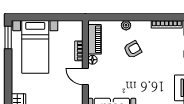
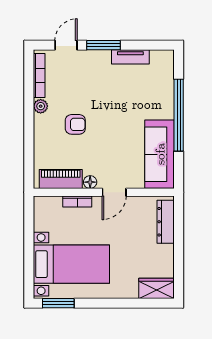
plant: (126, 25) -> (41, 106), moved
armchair: (133, 49) -> (75, 124), turned 119

